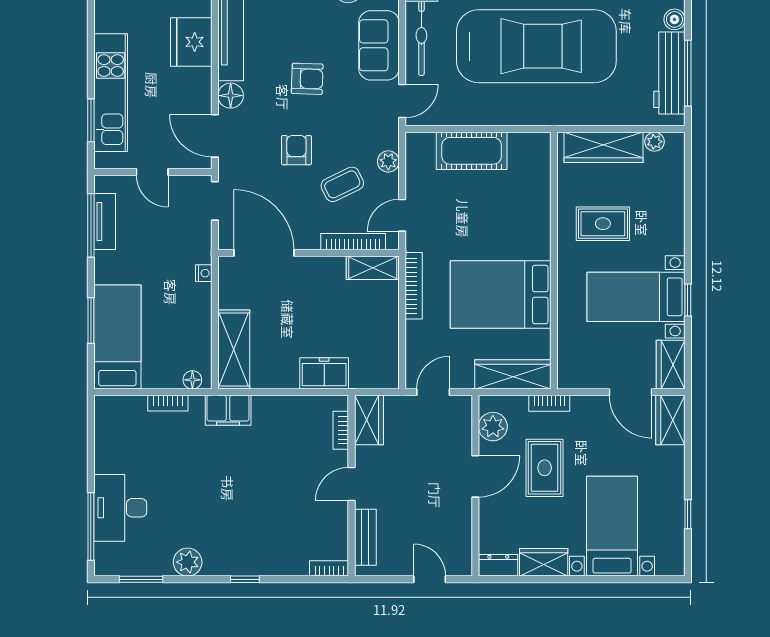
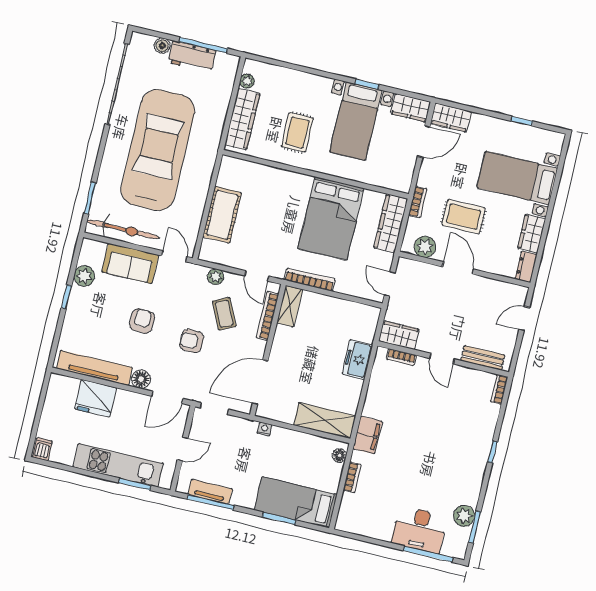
workbench: (669, 73) -> (192, 57), width x0.73
plant: (188, 562) -> (464, 516), moved

